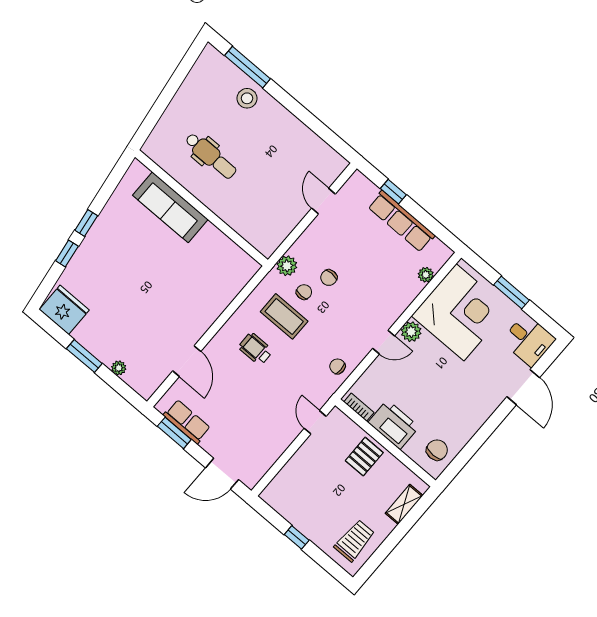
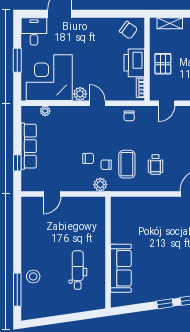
chair: (437, 450) -> (128, 30), turned -144
pallet: (364, 457) -> (163, 64), turned 90

